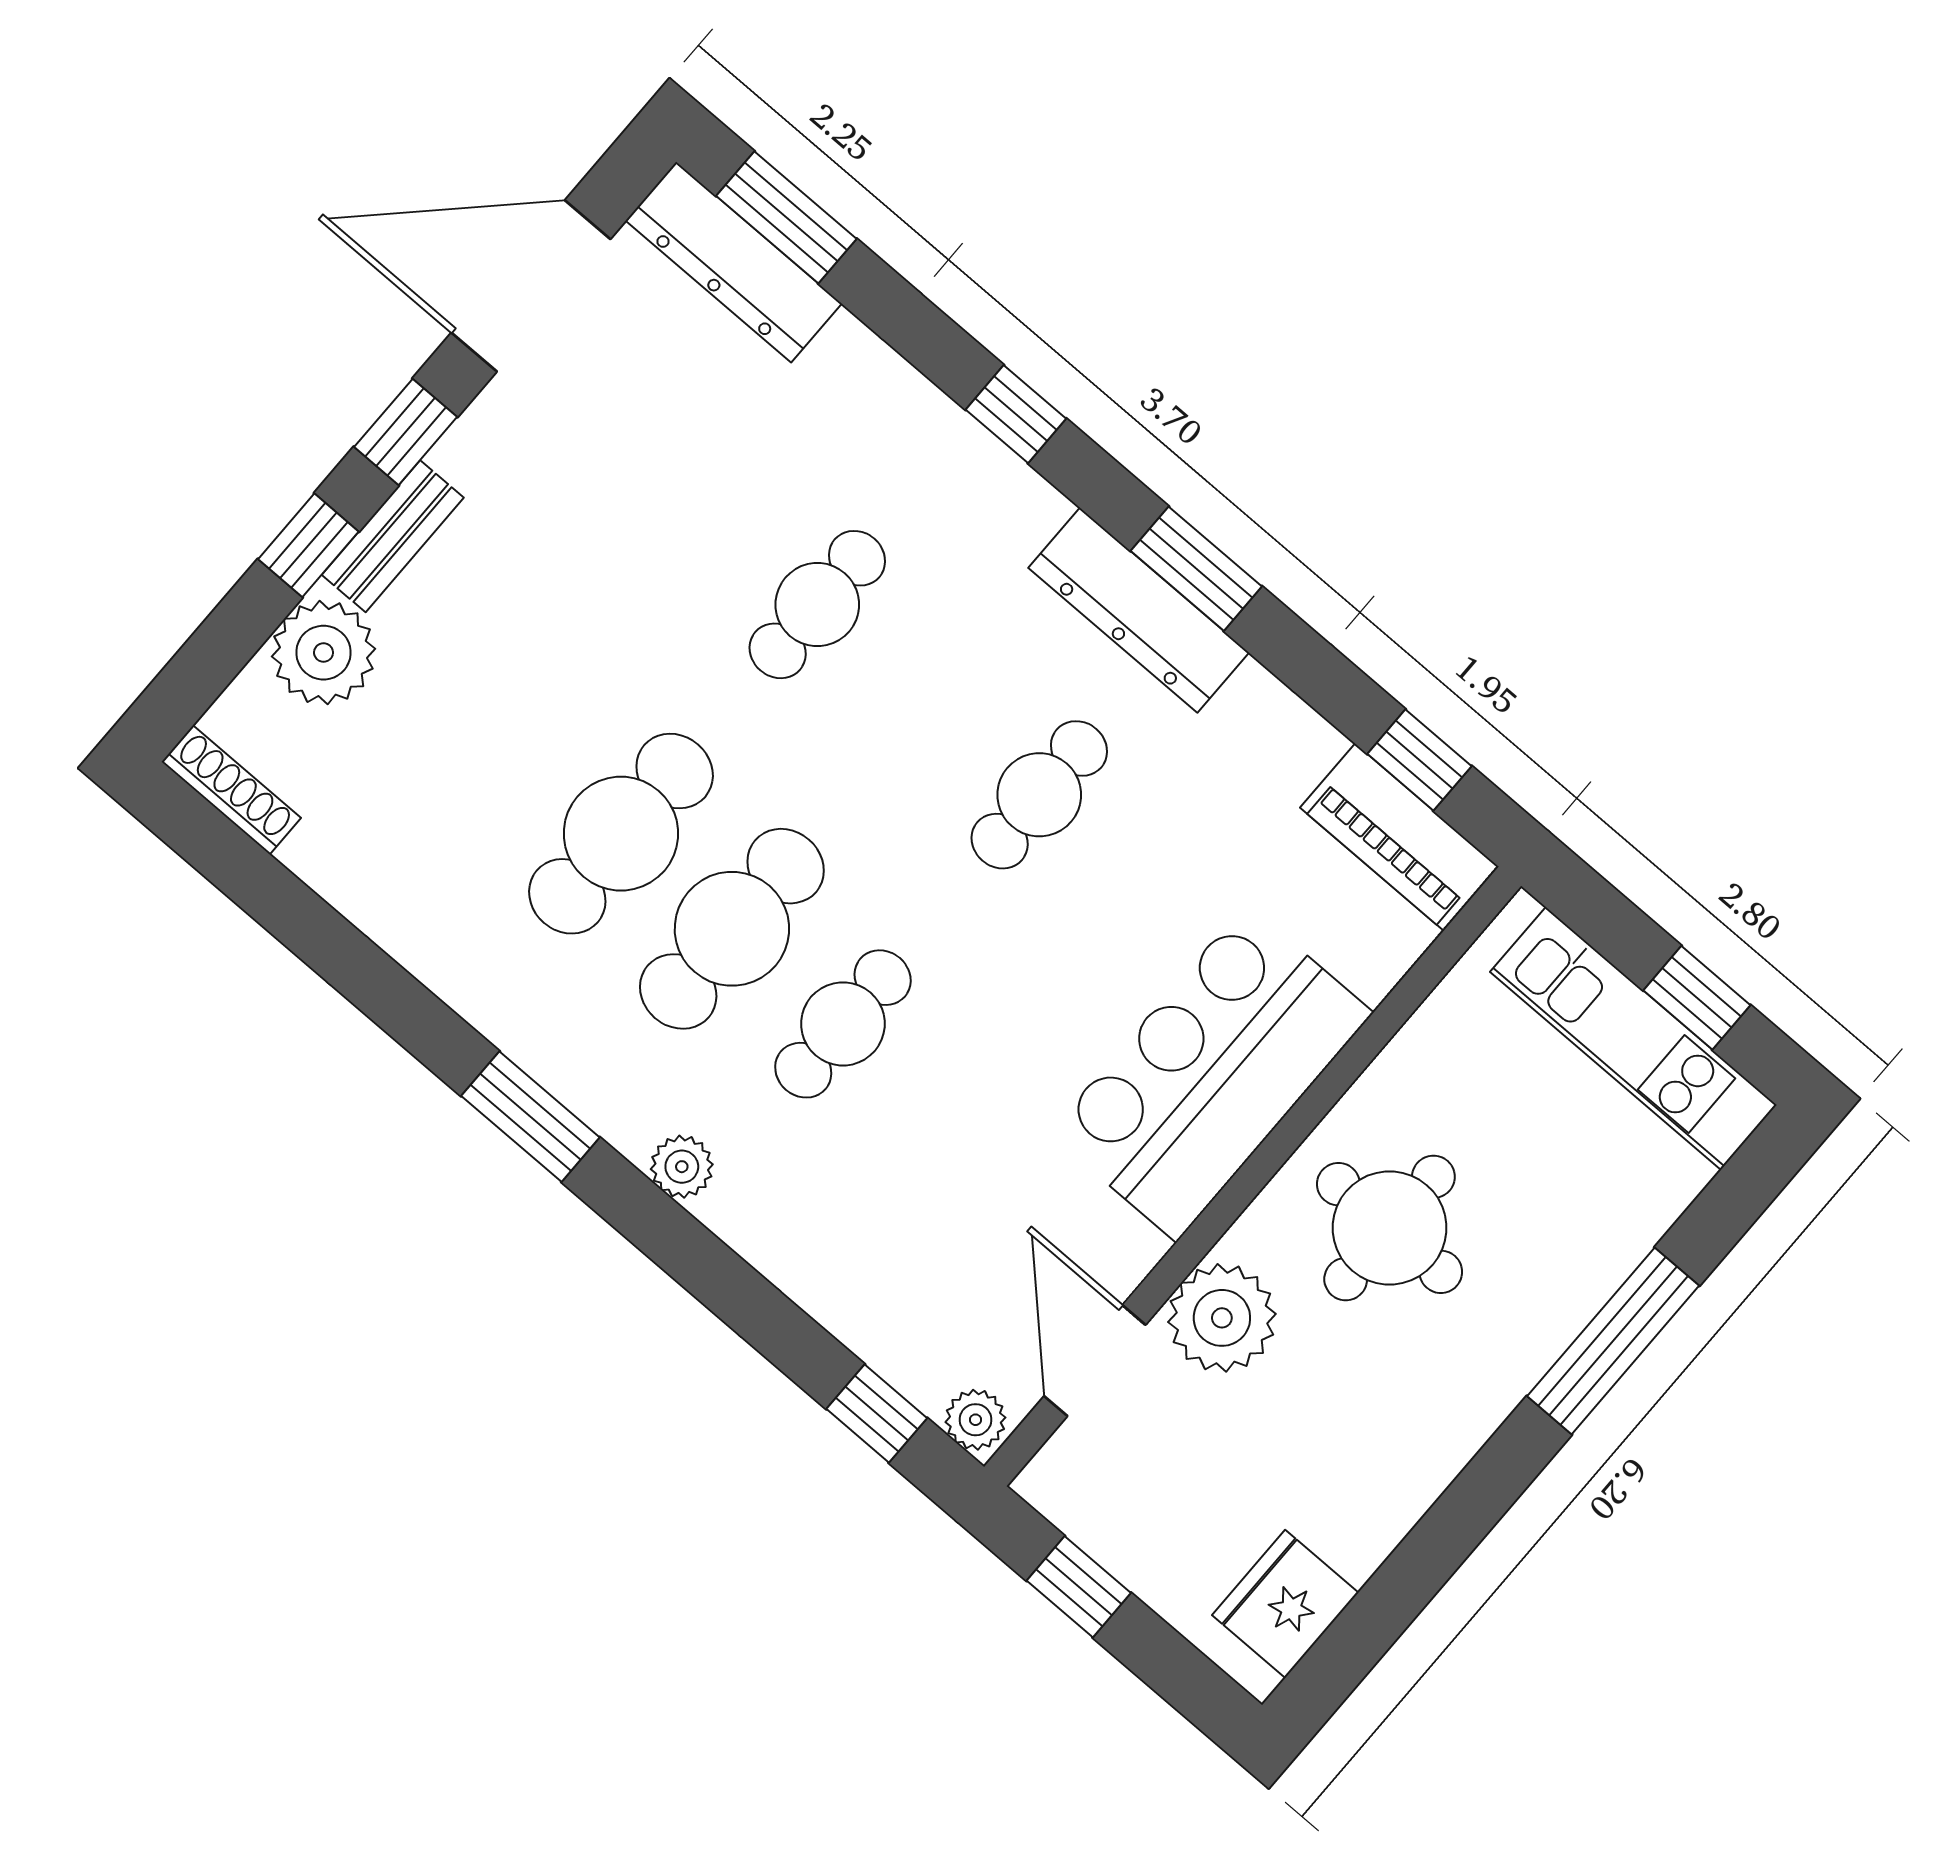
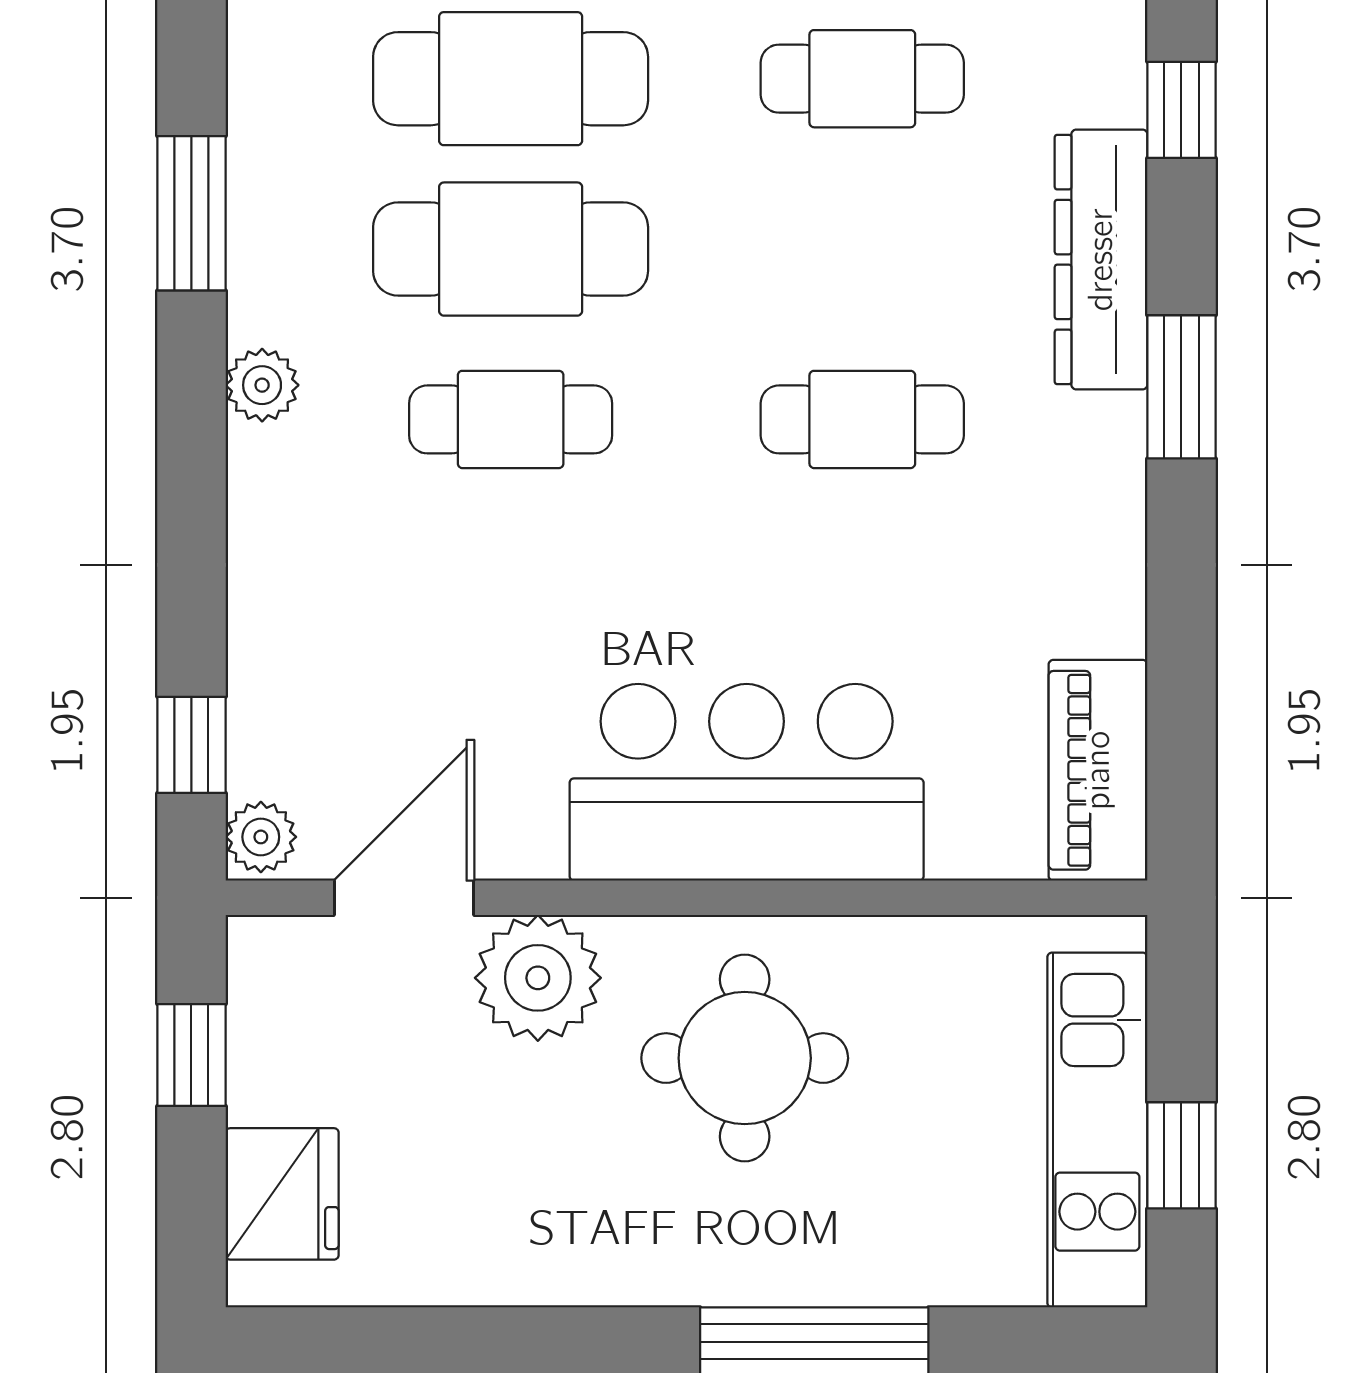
dresser: (1139, 610) -> (1101, 260), moved
window: (1419, 760) -> (1181, 729), removed
fridge: (1285, 1604) -> (282, 1194), moved, turned 90

